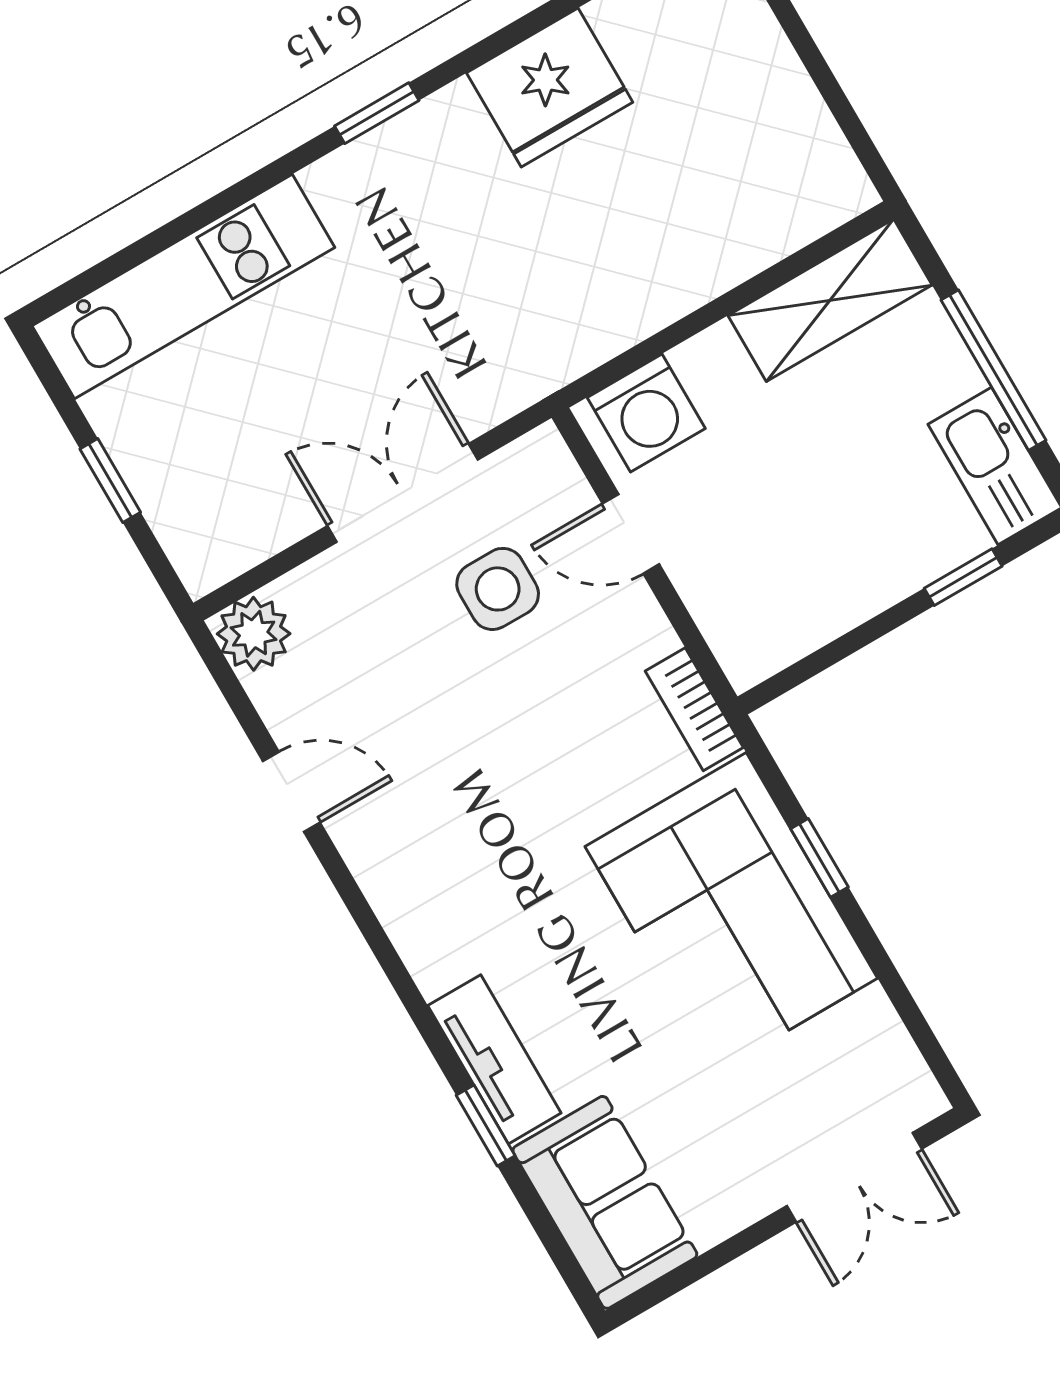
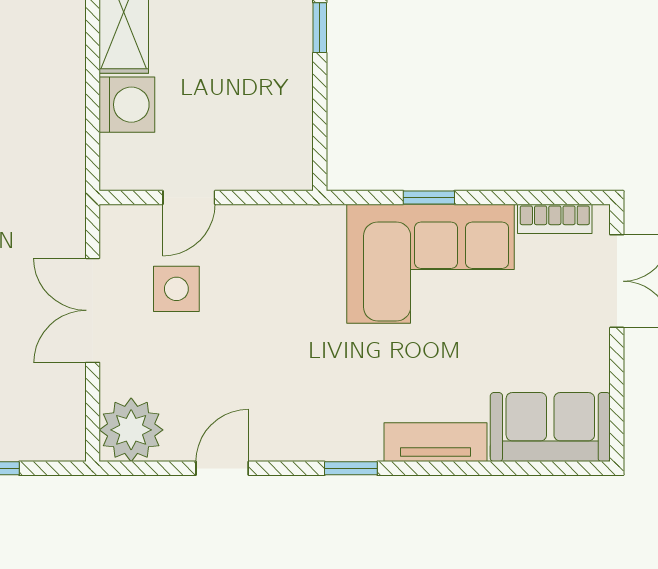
washing machine: (646, 413) -> (127, 105), moved
plant: (254, 634) -> (131, 430), width x1.36, depth x1.36
bookcase: (694, 709) -> (555, 219), moved
window: (486, 1125) -> (351, 468), moved

